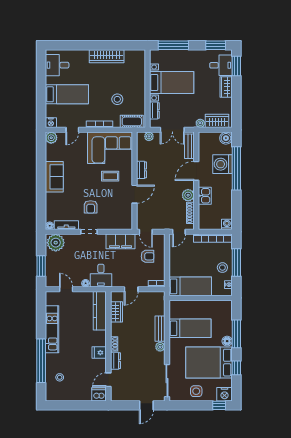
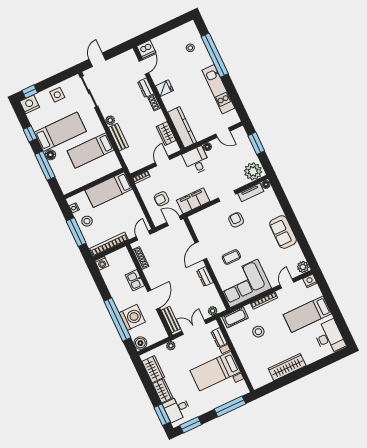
desk: (57, 65) -> (329, 337), width x1.37
wardrobe: (217, 121) -> (153, 369), moved, turned -90
plant: (188, 195) -> (151, 273), removed
bed: (209, 363) -> (60, 132), width x0.67

